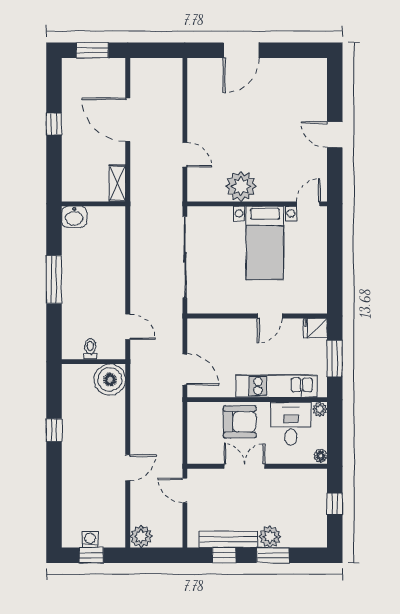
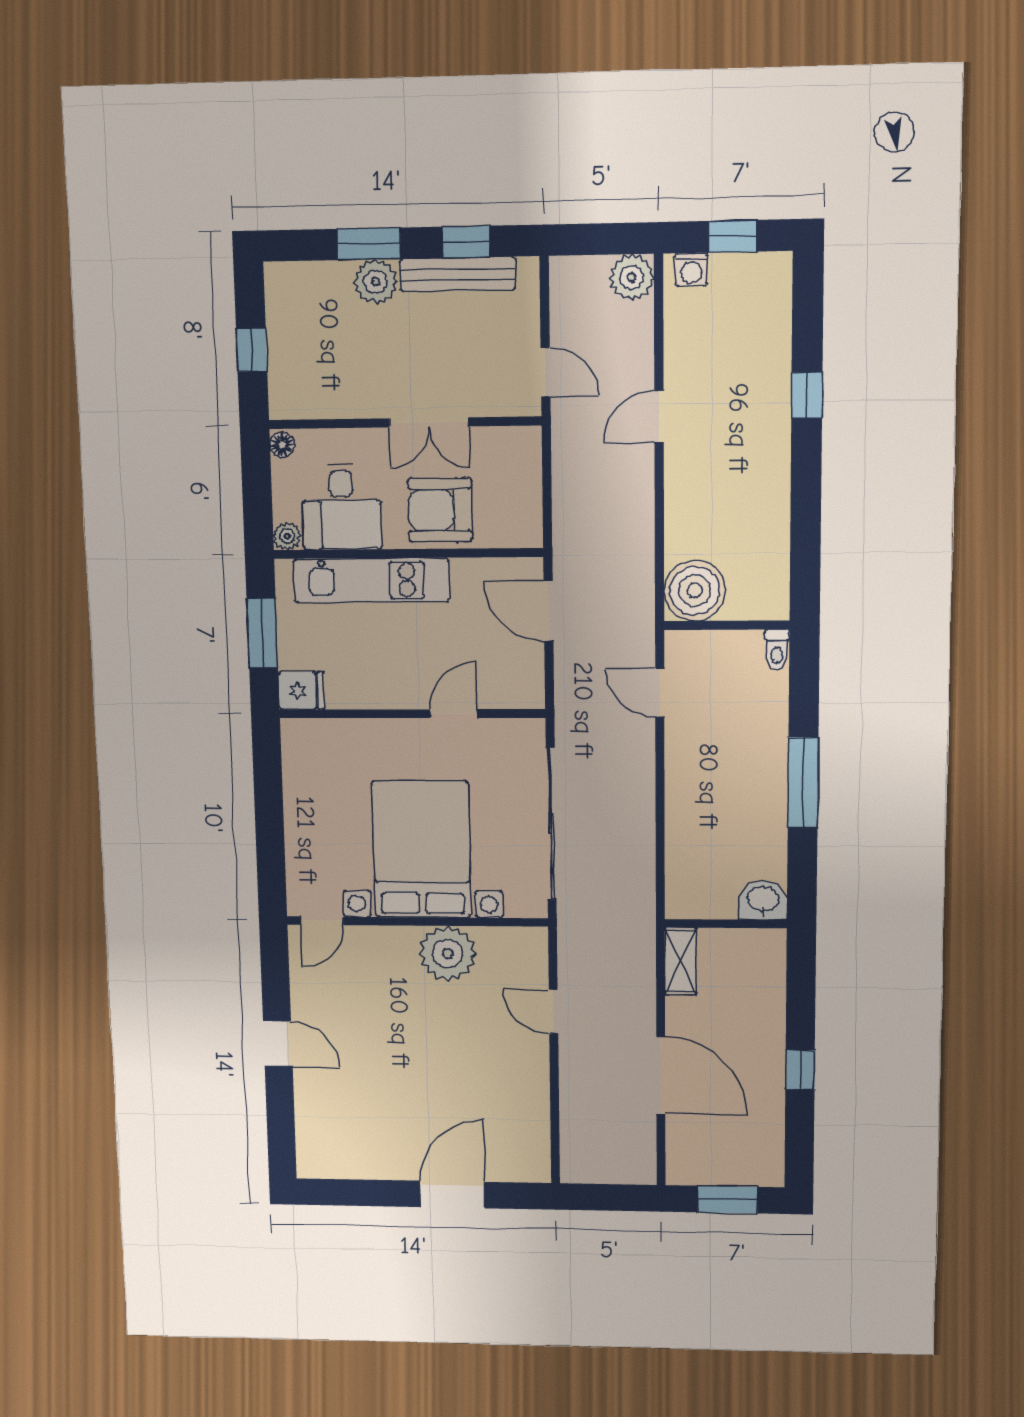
bed with nightstands: (265, 243) -> (421, 850), width x1.36
door: (270, 316) -> (453, 714), moved
toilet: (90, 349) -> (777, 650), moved
window: (54, 430) -> (807, 395), moved
washing machine: (90, 540) -> (691, 270), moved

